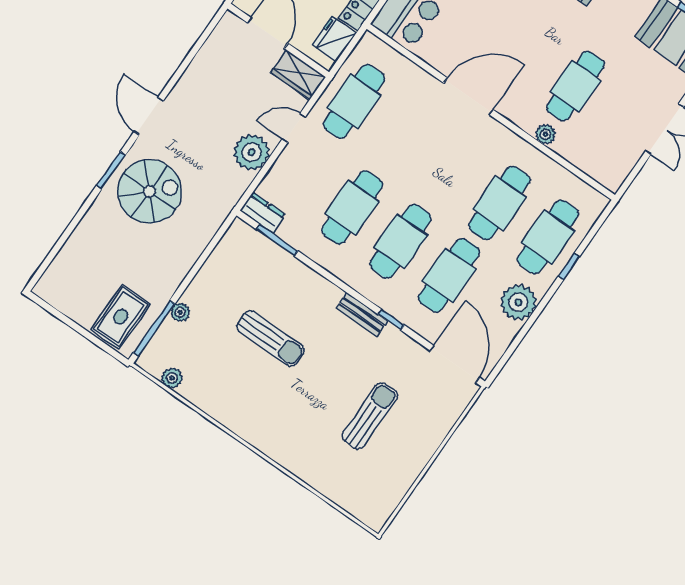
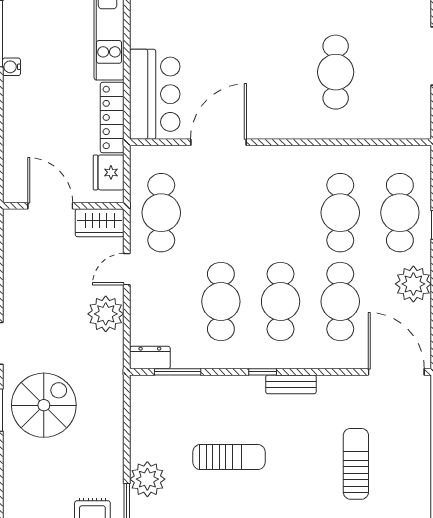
door: (468, 96) -> (219, 142), moved
plant: (545, 134) -> (339, 129), removed
plant: (180, 312) -> (147, 479), width x1.87, depth x1.87
window: (391, 320) -> (263, 372), moved

